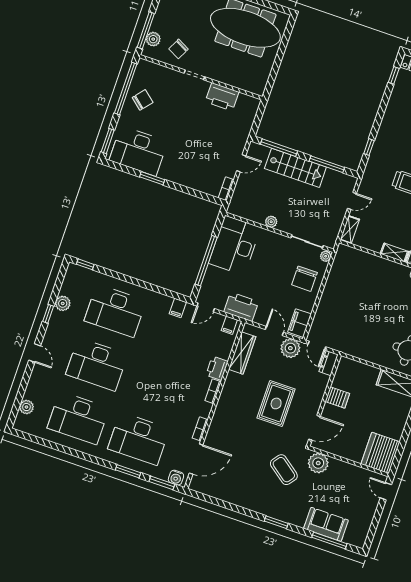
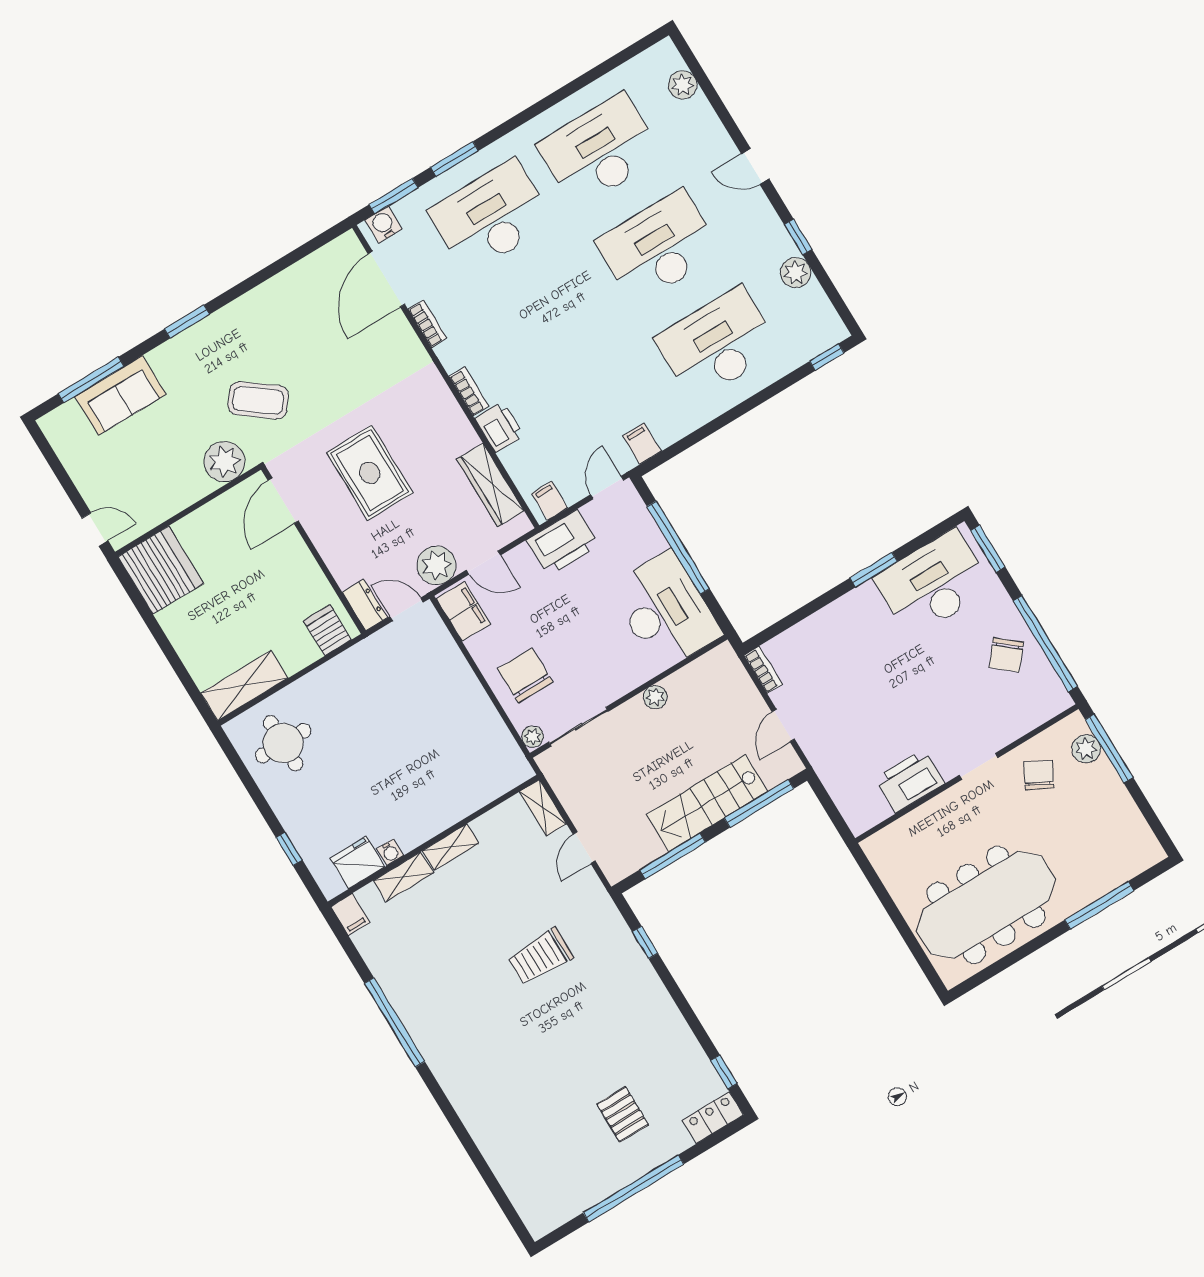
server rack: (337, 397) -> (327, 630), moved, turned 90

